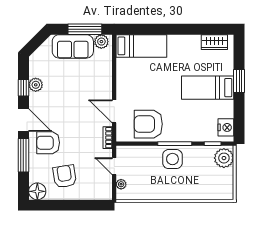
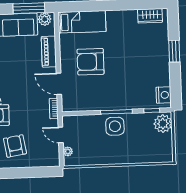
piano: (105, 77) -> (49, 52), added
bed: (208, 88) -> (145, 58), removed
armchair: (148, 124) -> (91, 62), moved

